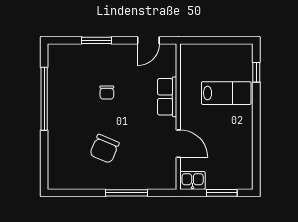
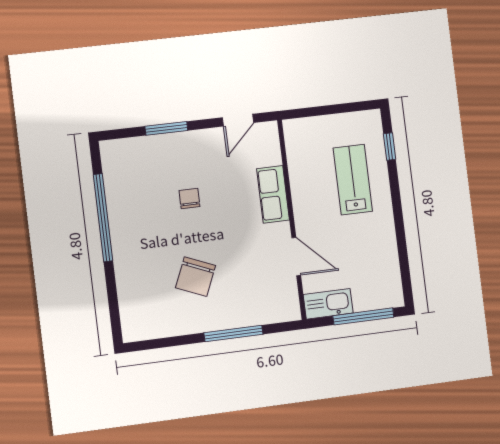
chair: (107, 92) -> (189, 199), turned 180
lab bench: (226, 93) -> (353, 180), turned -90
kitchen sink: (193, 180) -> (328, 304), width x1.38
window: (222, 193) -> (363, 316), width x1.44

